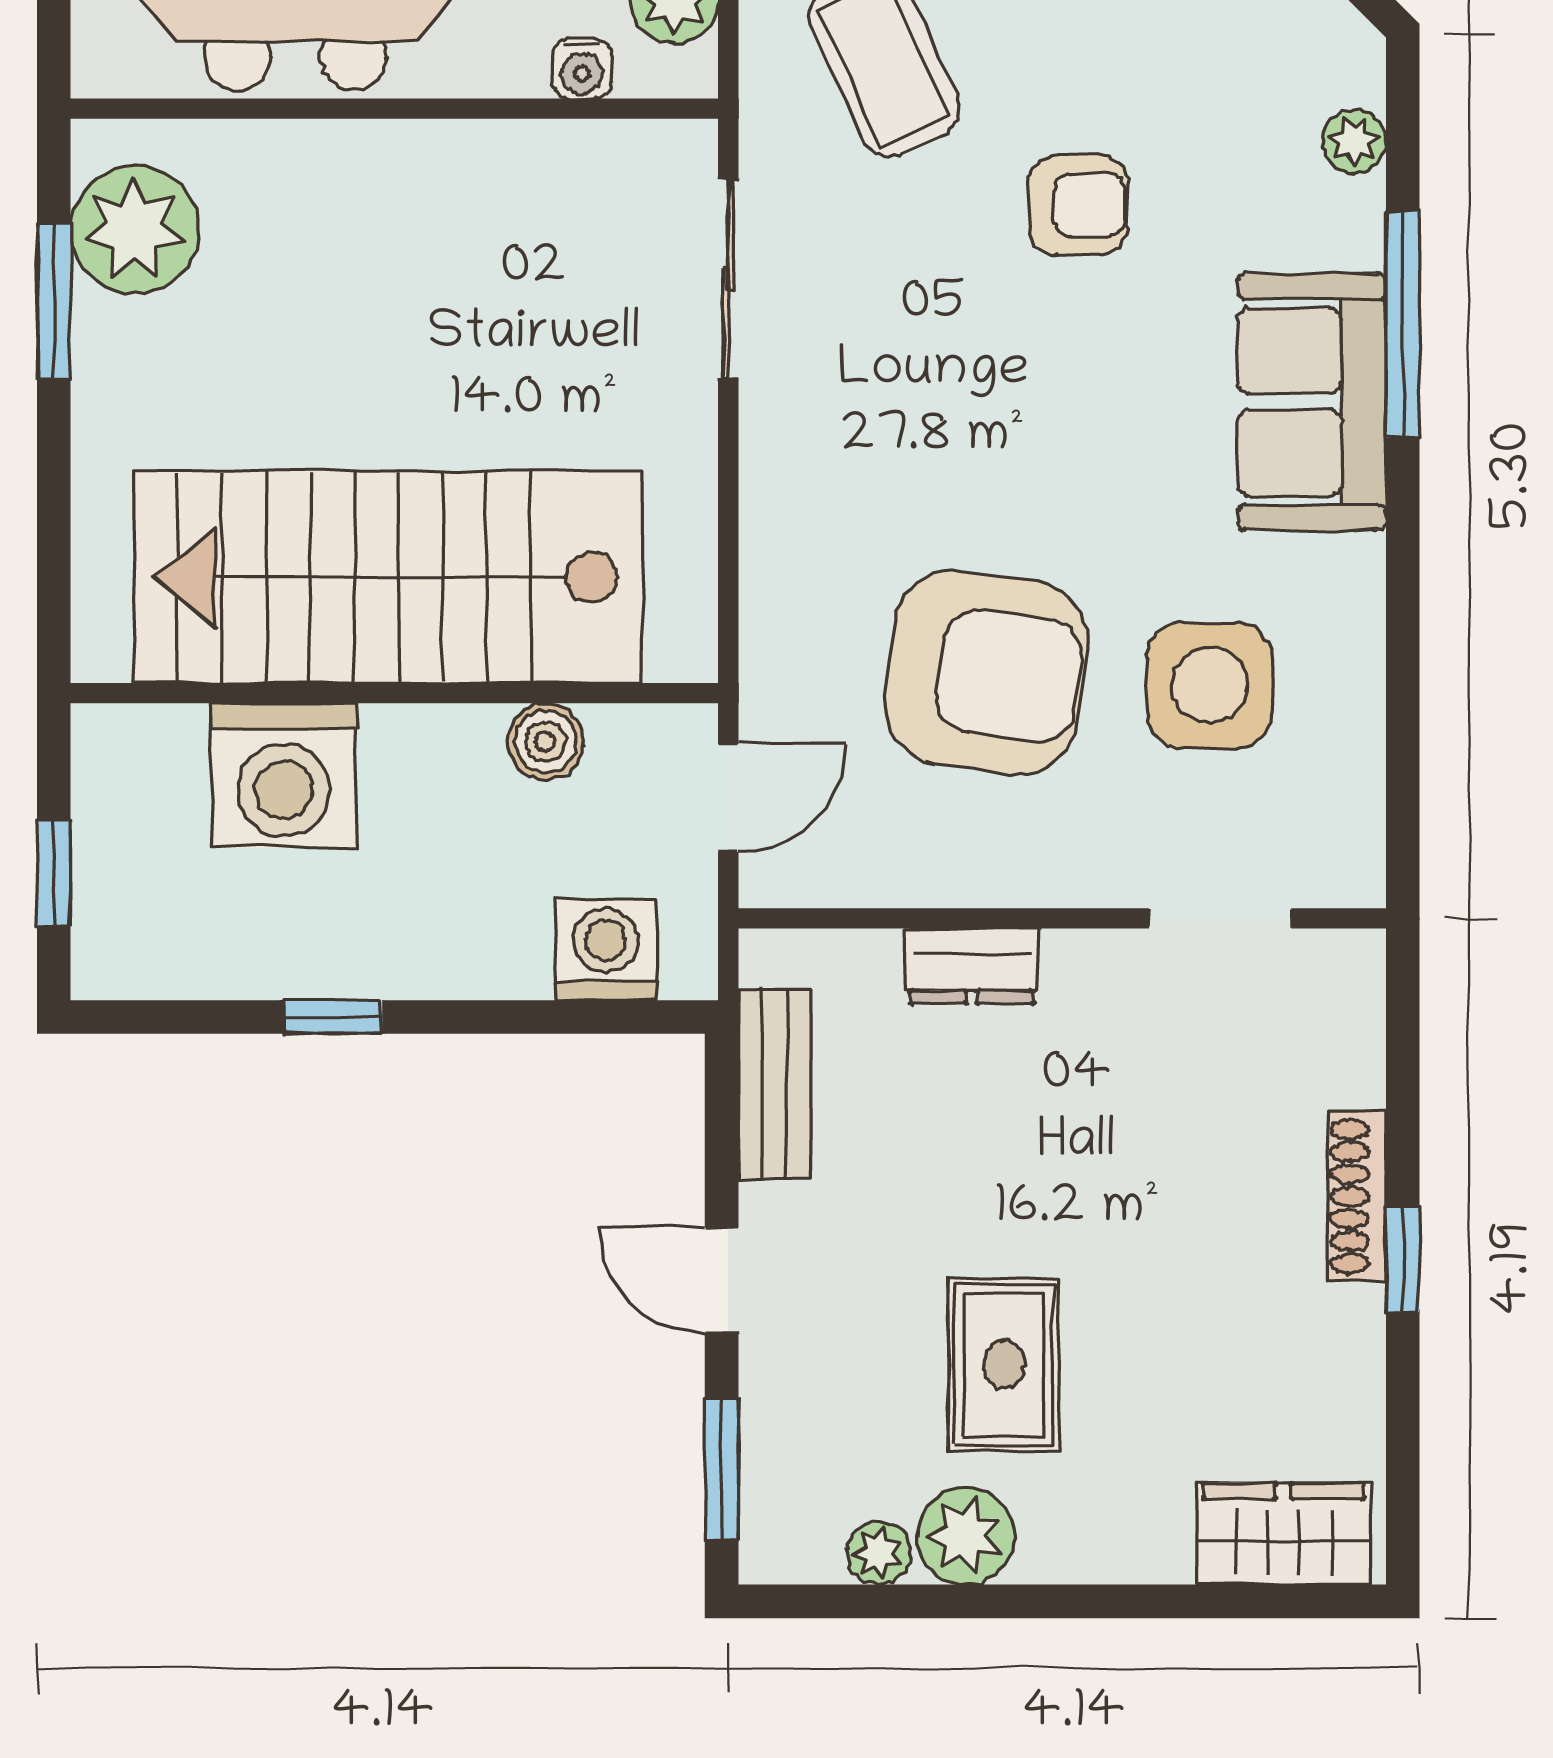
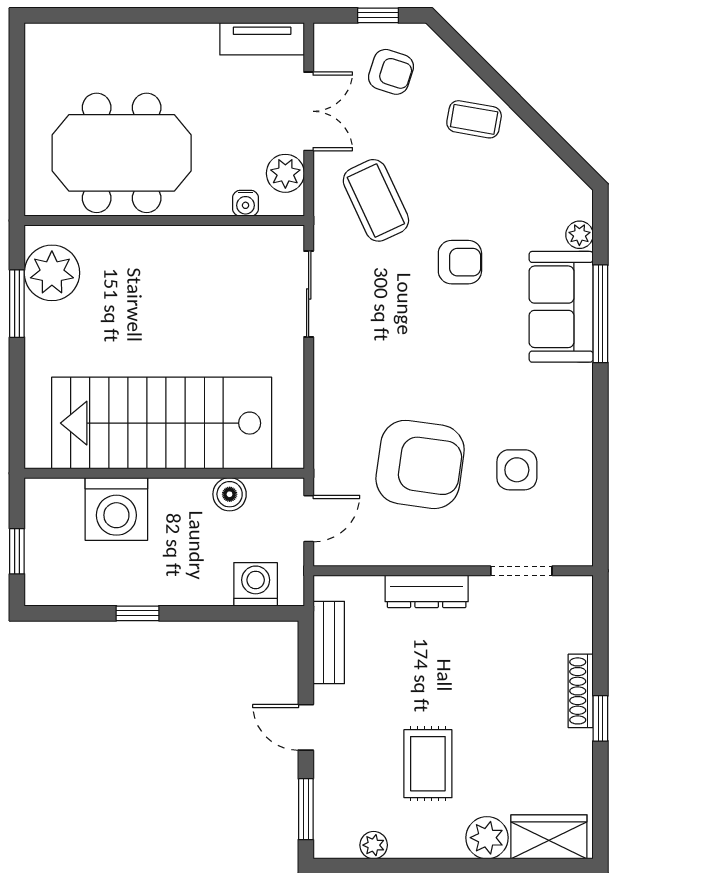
sofa: (1312, 402) -> (561, 307), moved
side table: (1210, 685) -> (517, 470), width x0.73, depth x0.73
dresser: (972, 966) -> (427, 591), width x1.44
plant: (966, 1536) -> (487, 838), moved

